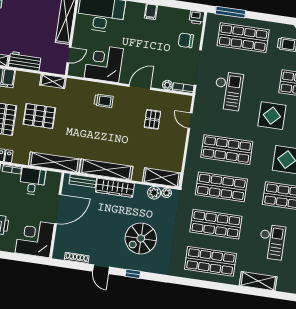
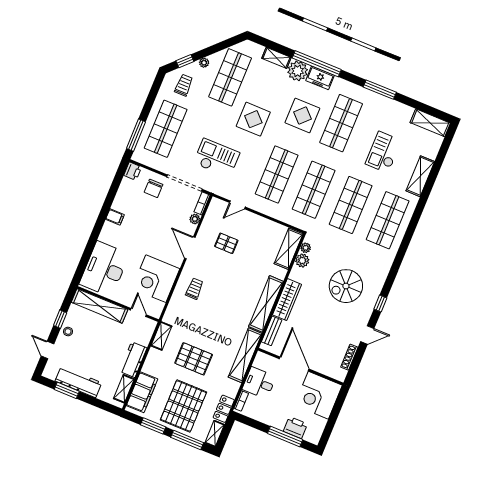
pallet: (39, 116) -> (194, 359), turned 90
spiral stairs: (141, 238) -> (346, 286), turned 90
checkout: (272, 242) -> (383, 152), turned -90

